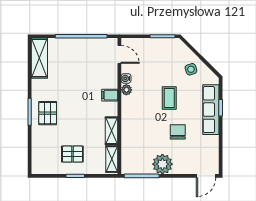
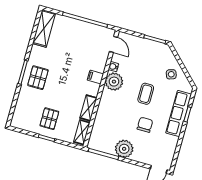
plant: (126, 90) -> (114, 82), width x1.88, depth x1.88
pallet: (72, 154) -> (49, 119), turned 90

